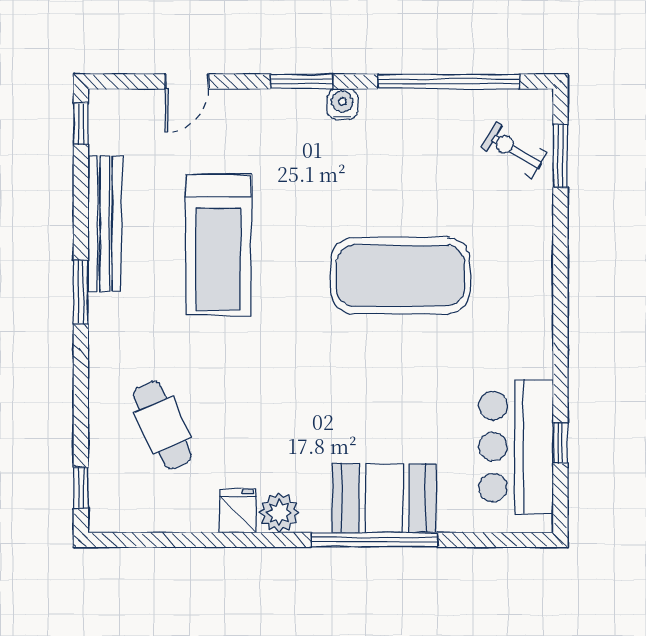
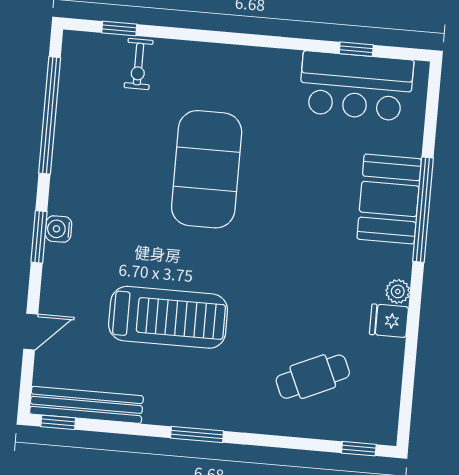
door: (187, 82) -> (31, 332), hinge flipped
water cooler: (342, 104) -> (58, 229), moved
exercise bike: (514, 150) -> (139, 64), moved, turned -31
window: (560, 156) -> (119, 28), width x0.67
bench: (105, 224) -> (86, 405), moved
plant: (279, 513) -> (398, 291), width x0.73, depth x0.73

